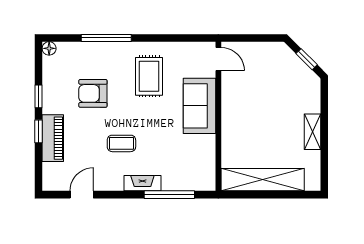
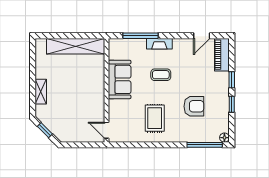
window: (106, 38) -> (205, 145), moved
sofa: (199, 106) -> (120, 79), moved
shelving: (313, 132) -> (41, 92), moved
piano: (53, 138) -> (222, 55), moved
coffee table: (121, 143) -> (161, 75), moved

